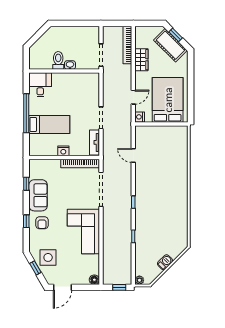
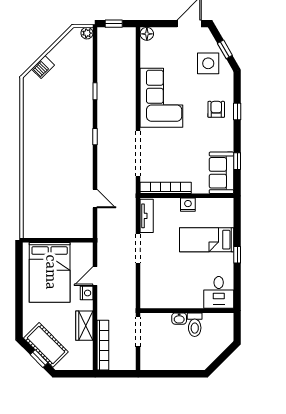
window: (26, 113) -> (237, 255), width x0.32
nightstand: (140, 117) -> (87, 293), moved
sofa: (38, 195) -> (221, 173), moved
barbecue: (165, 262) -> (43, 67), moved

